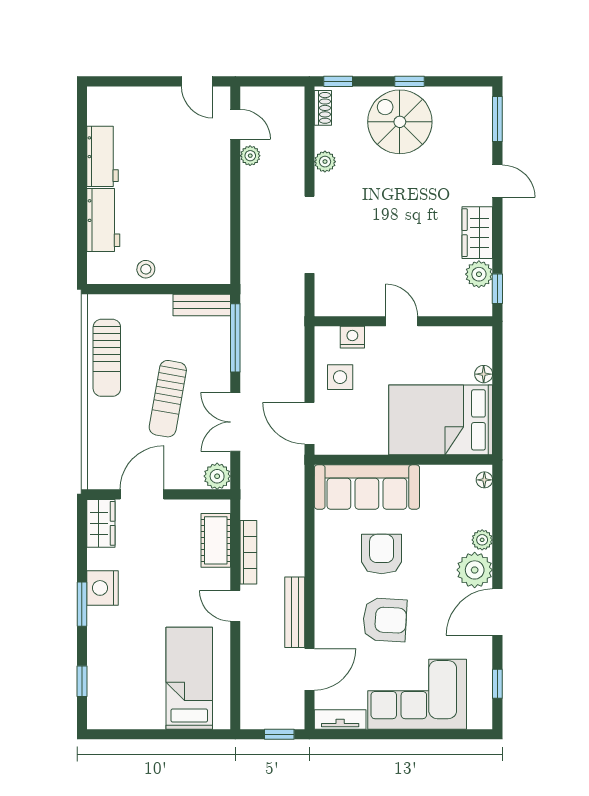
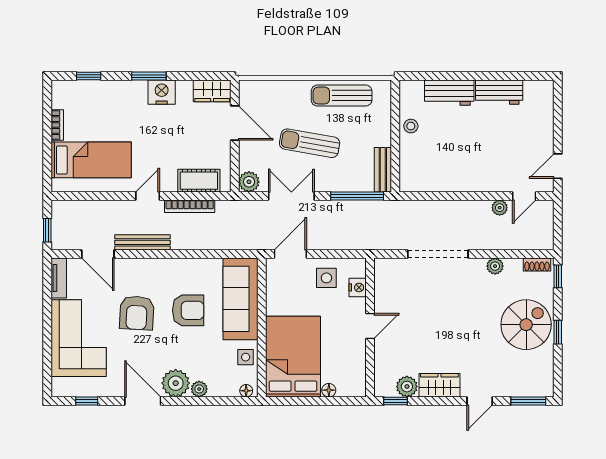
side table: (441, 481) -> (246, 357), added
bookcase: (145, 721) -> (57, 125), added

